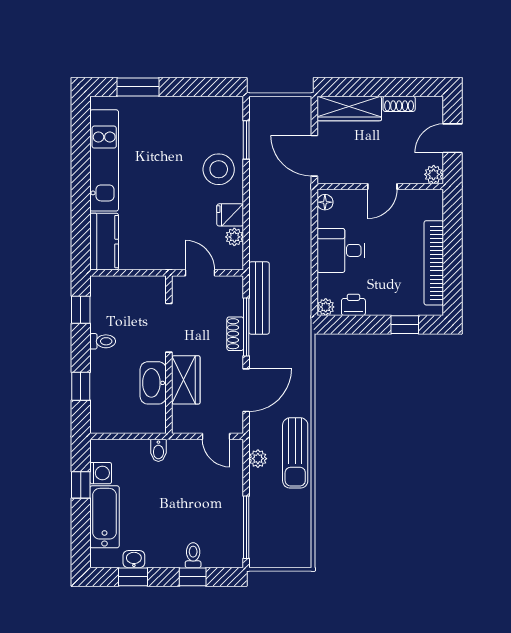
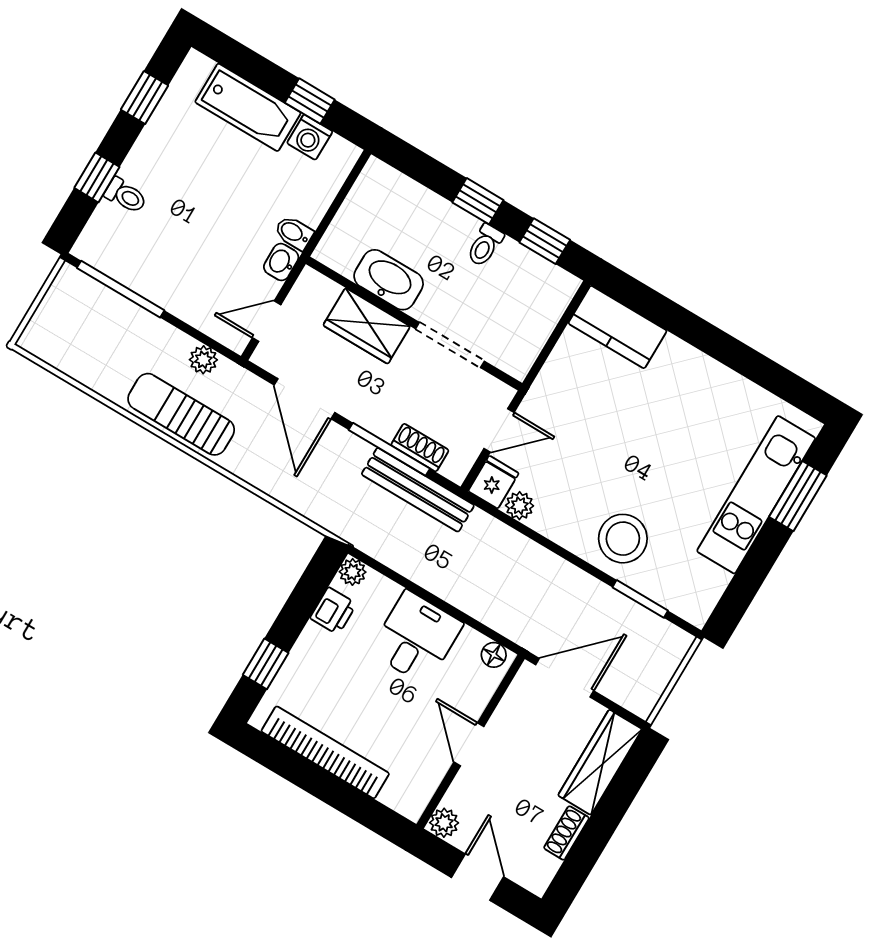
kitchen unit: (104, 160) -> (756, 495), moved, turned 90
fridge: (230, 215) -> (493, 482), moved
shoe rack: (235, 334) -> (420, 448), moved
window: (81, 386) -> (478, 201), moved
washbasin: (134, 559) -> (281, 262), moved, turned 180

